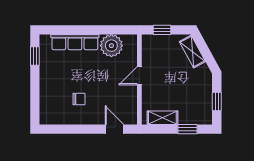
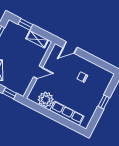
window: (35, 56) -> (104, 102), moved
door: (114, 129) -> (70, 47), hinge flipped

